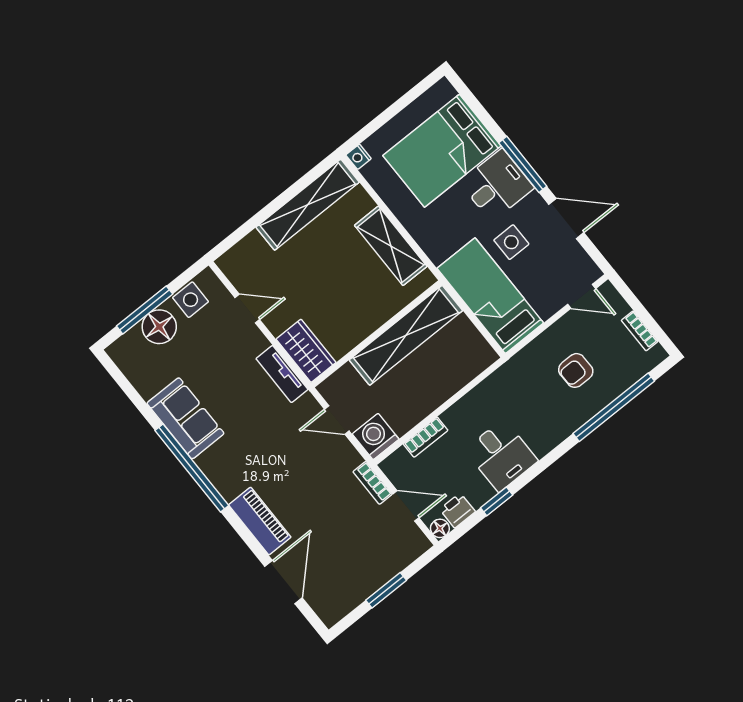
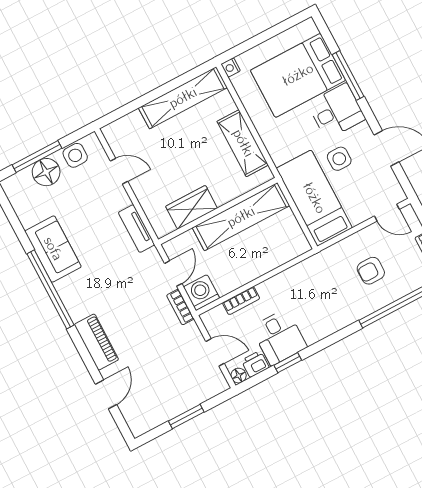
window: (523, 164) -> (348, 76), moved
wardrobe: (306, 351) -> (192, 207), moved, turned -90
door: (337, 420) -> (173, 273), swing flipped
desk: (501, 455) -> (279, 337), moved
bookcase: (373, 483) -> (180, 307), moved
door: (284, 582) -> (106, 394), width x0.73

